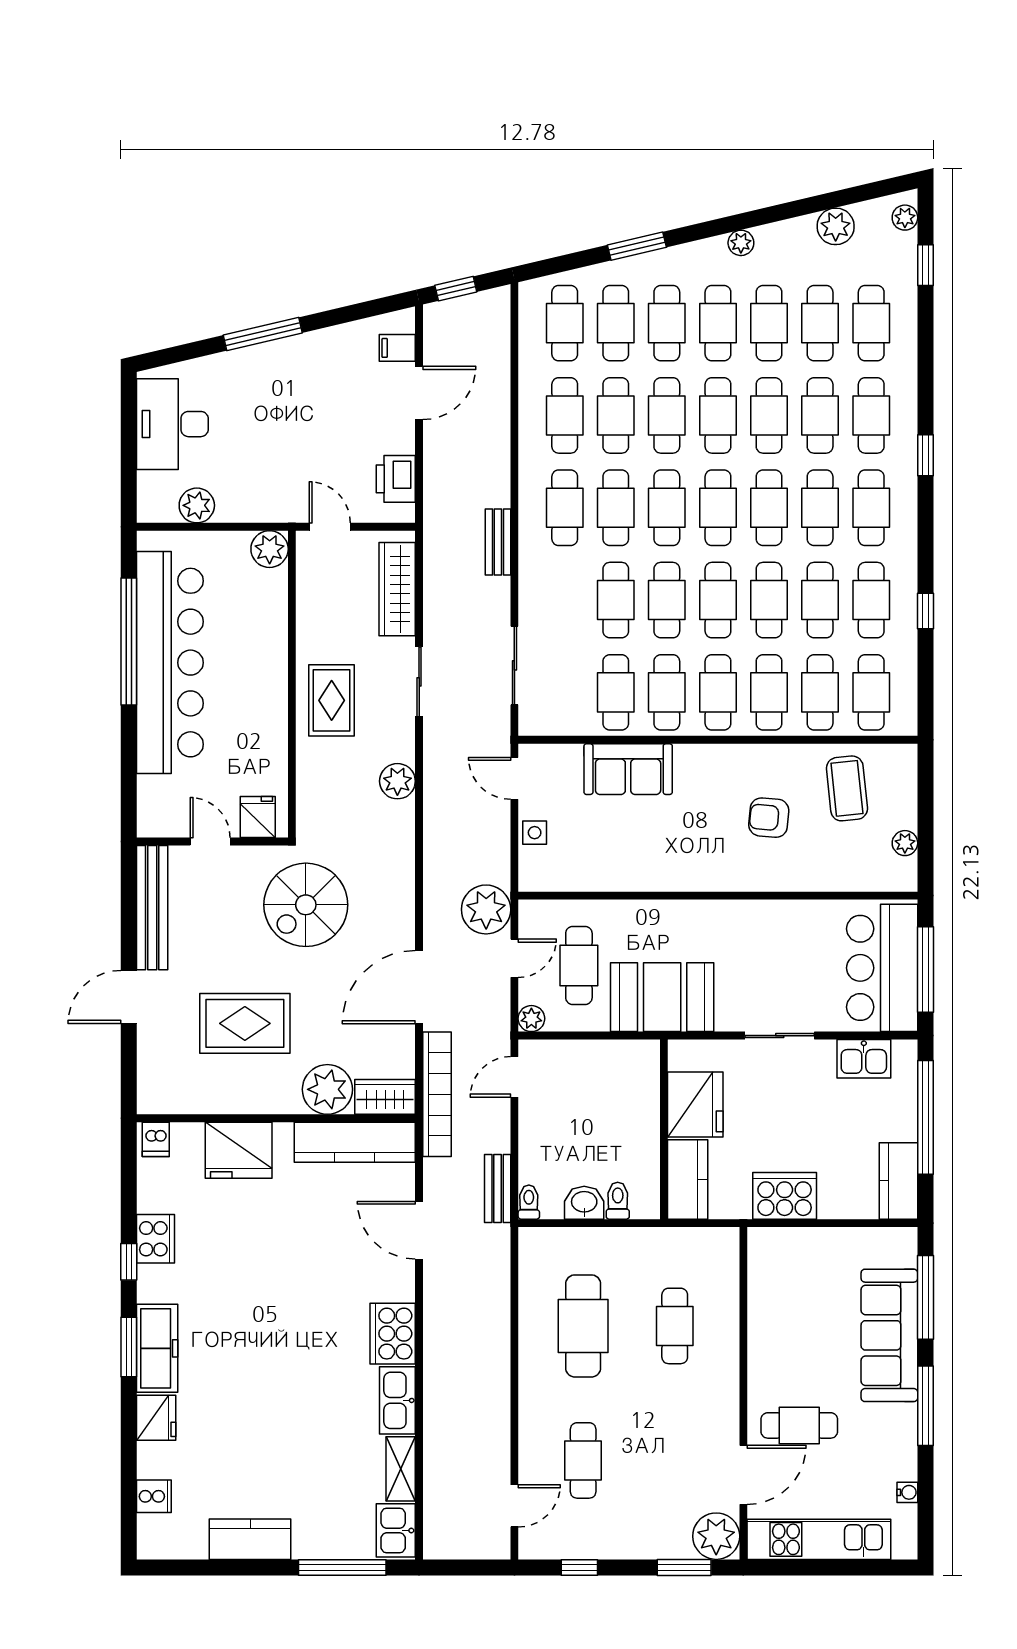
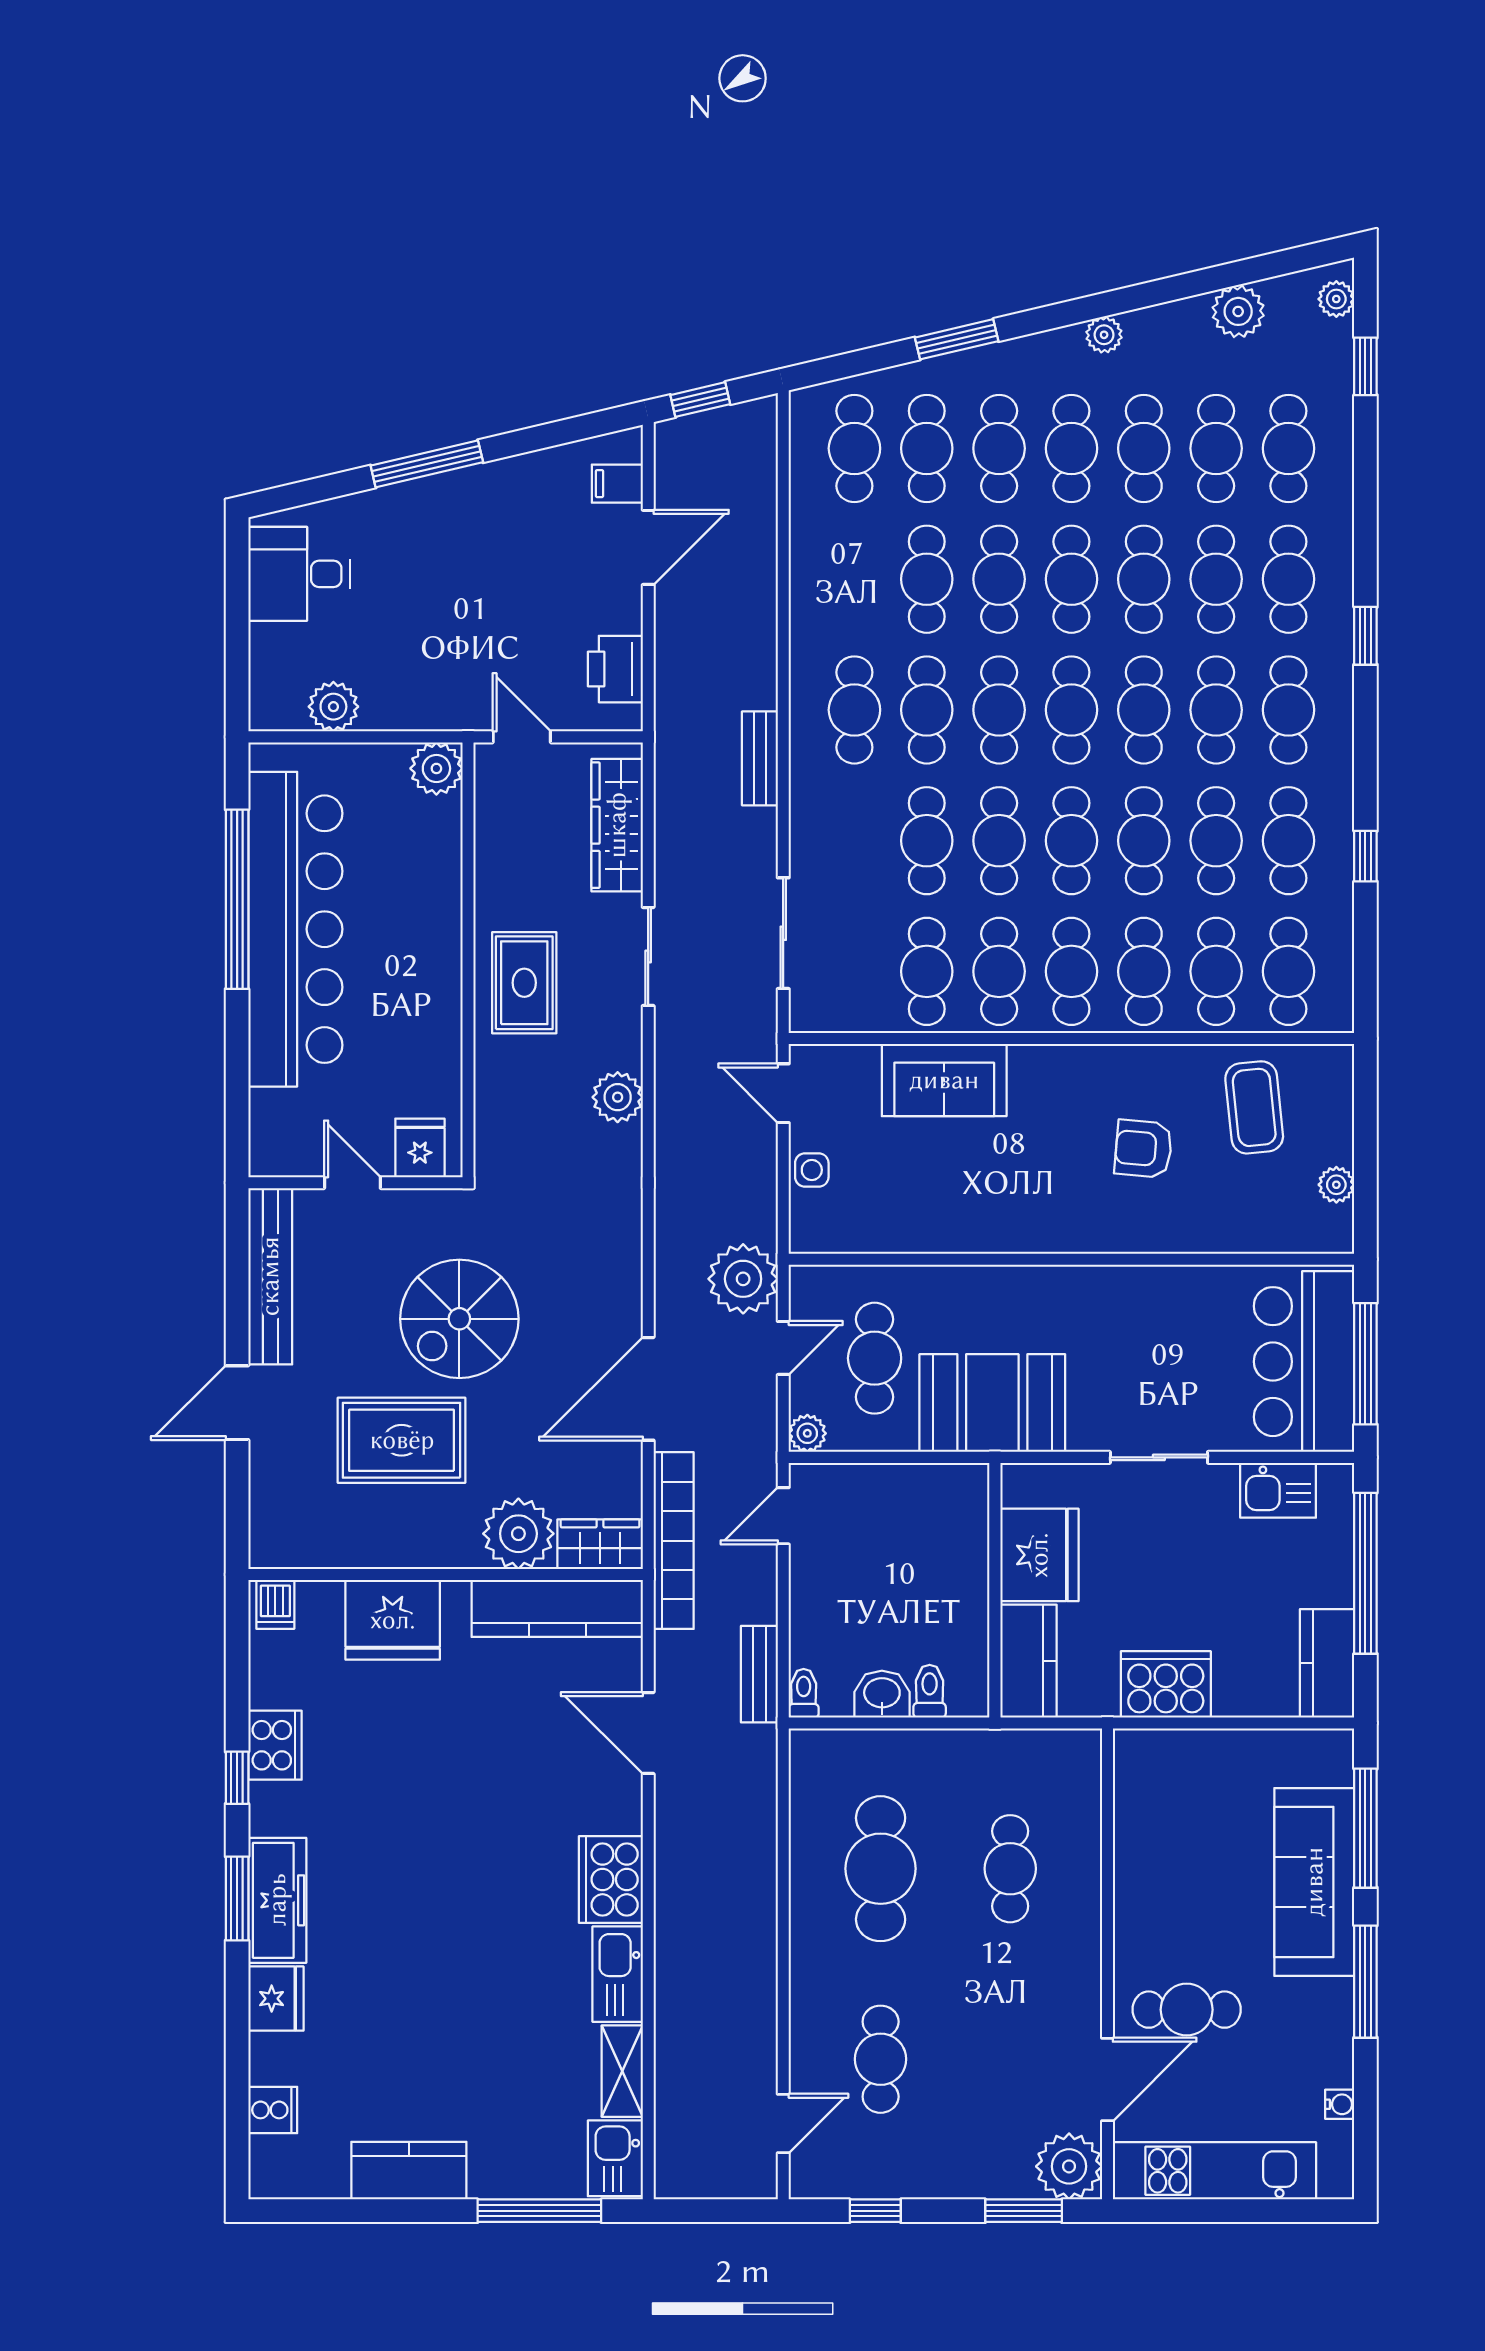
cafe table: (565, 415) -> (854, 579), removed
desk: (172, 424) -> (299, 574), width x0.73
spiral stairs: (306, 905) -> (459, 1319), moved

